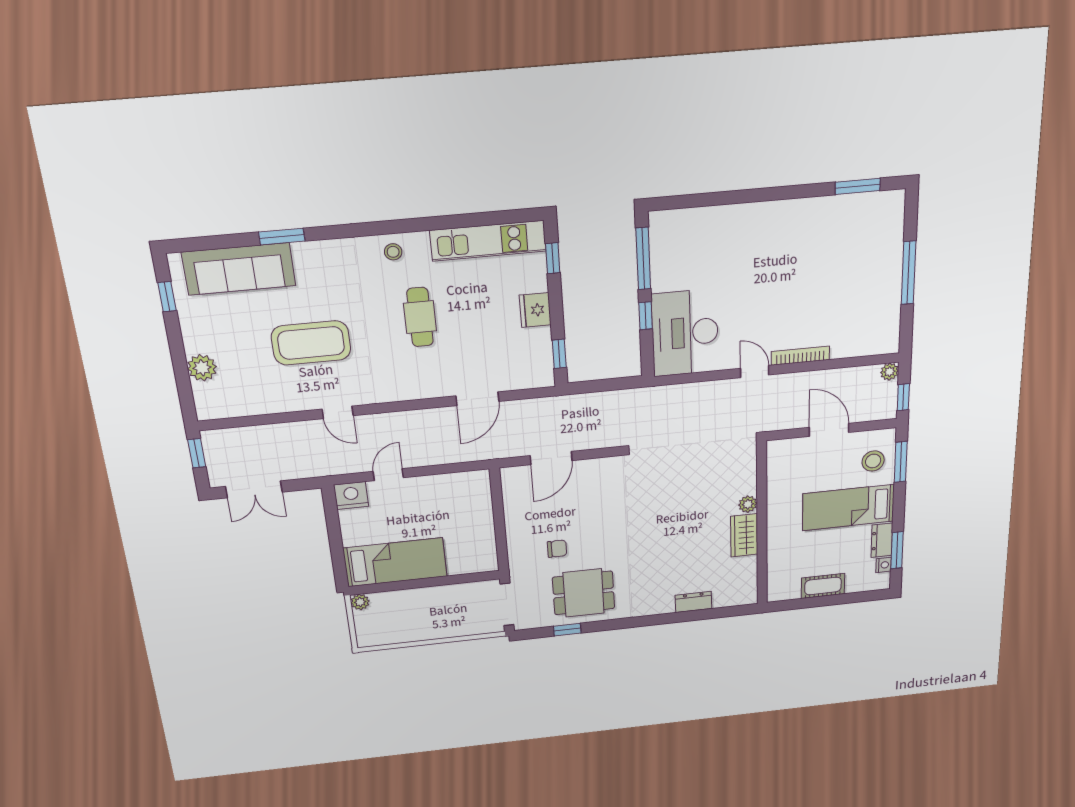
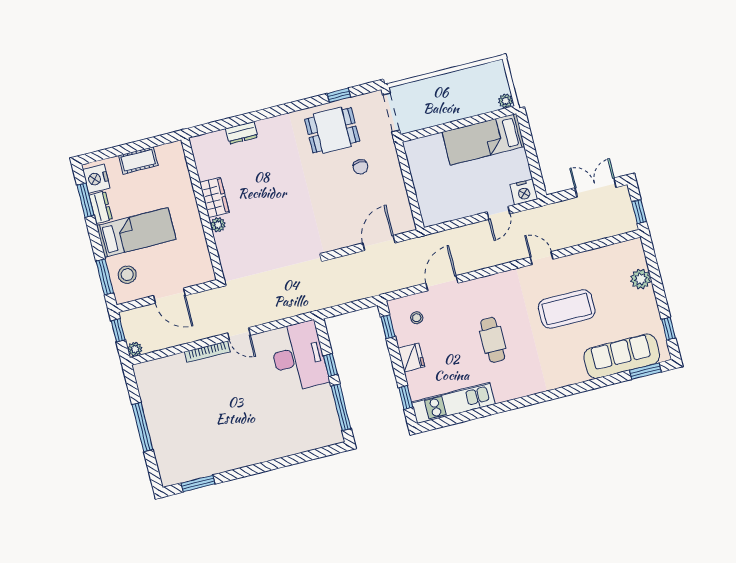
window: (282, 237) -> (645, 371), moved
stool: (393, 252) -> (417, 318), moved
chair: (557, 549) -> (360, 167), turned -90
nightstand: (884, 565) -> (96, 179), width x1.89, depth x1.79

